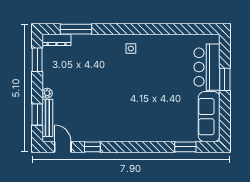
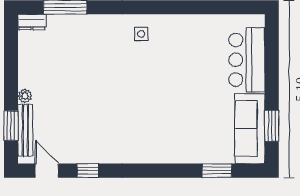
dresser: (57, 40) -> (32, 22), width x0.70
window: (37, 60) -> (11, 50), removed
window: (225, 79) -> (272, 126), moved

